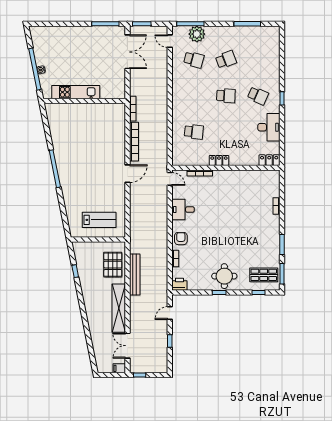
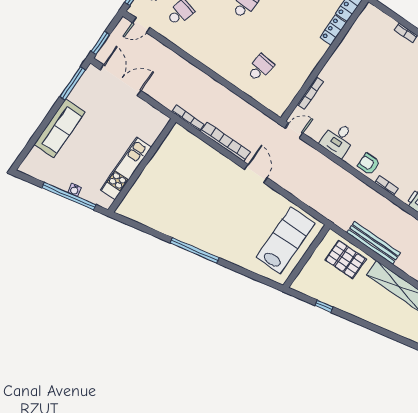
sofa: (72, 35) -> (59, 128), added
locker: (219, 160) -> (333, 30), moved
lab bench: (99, 220) -> (286, 240), width x1.36, depth x1.39

